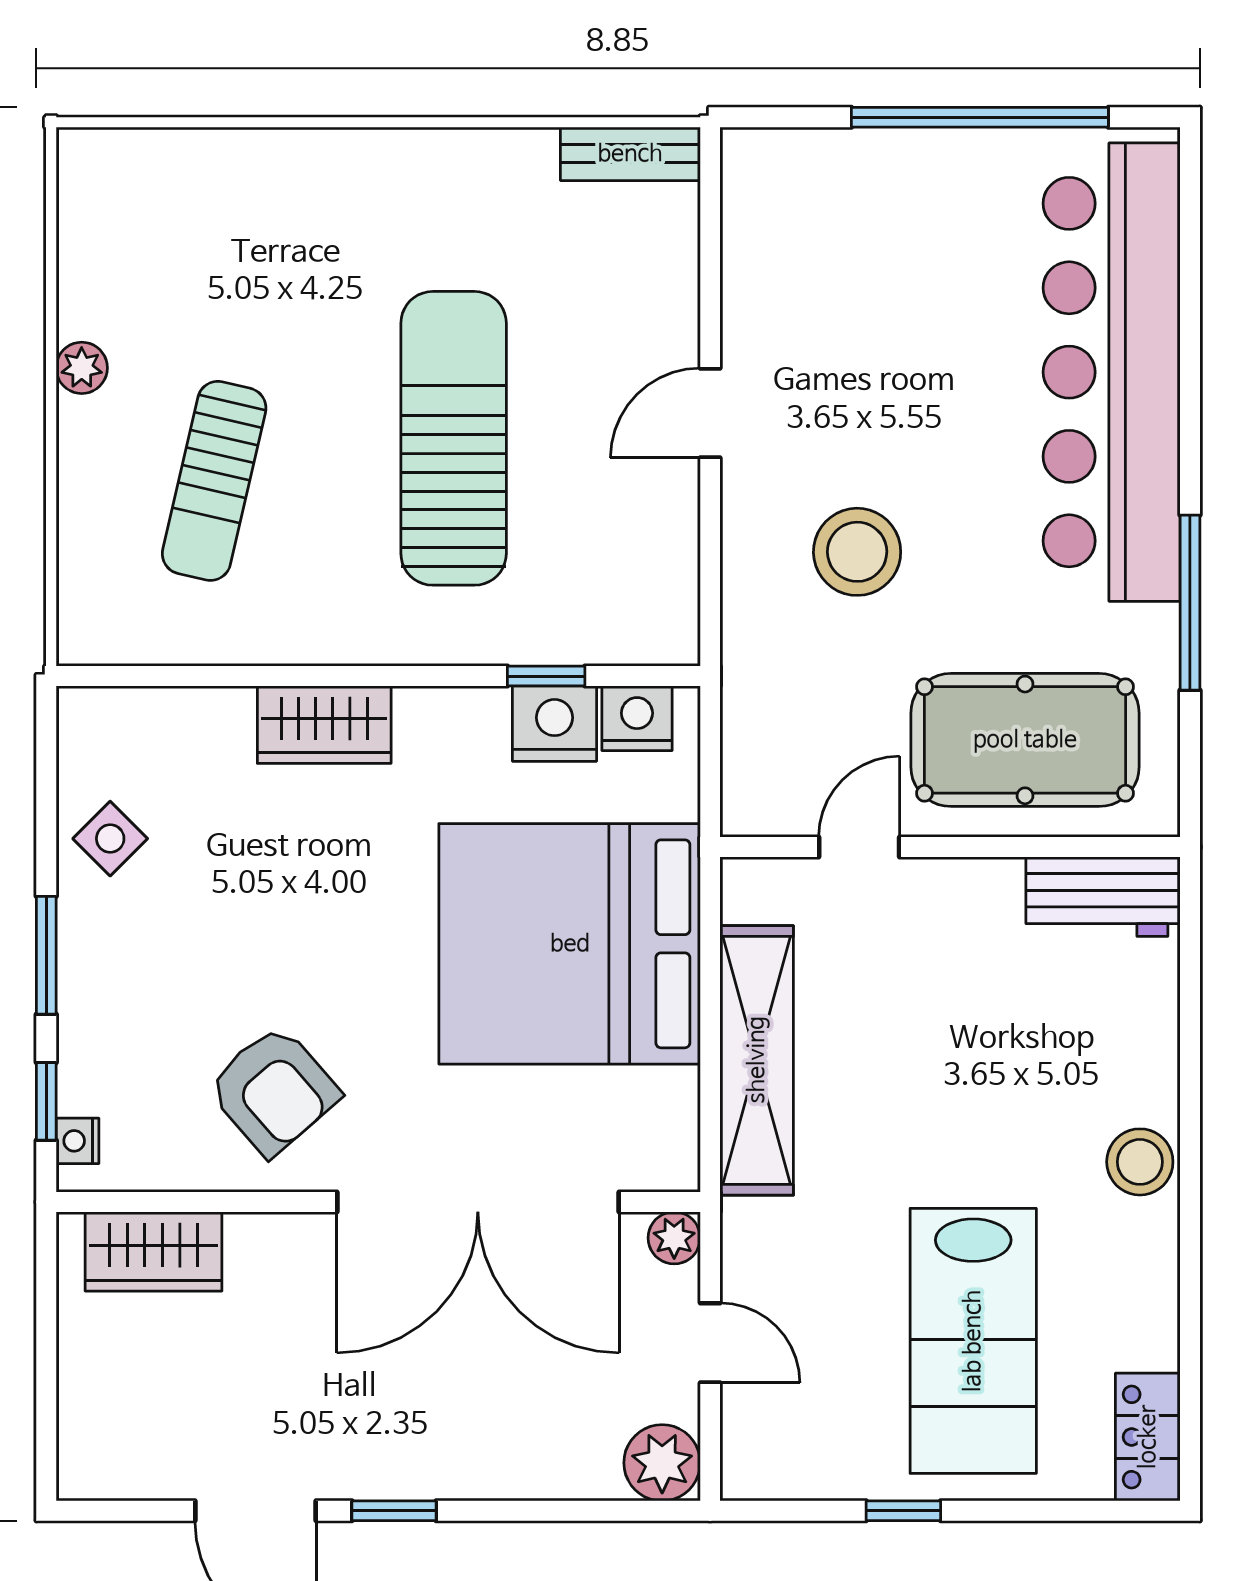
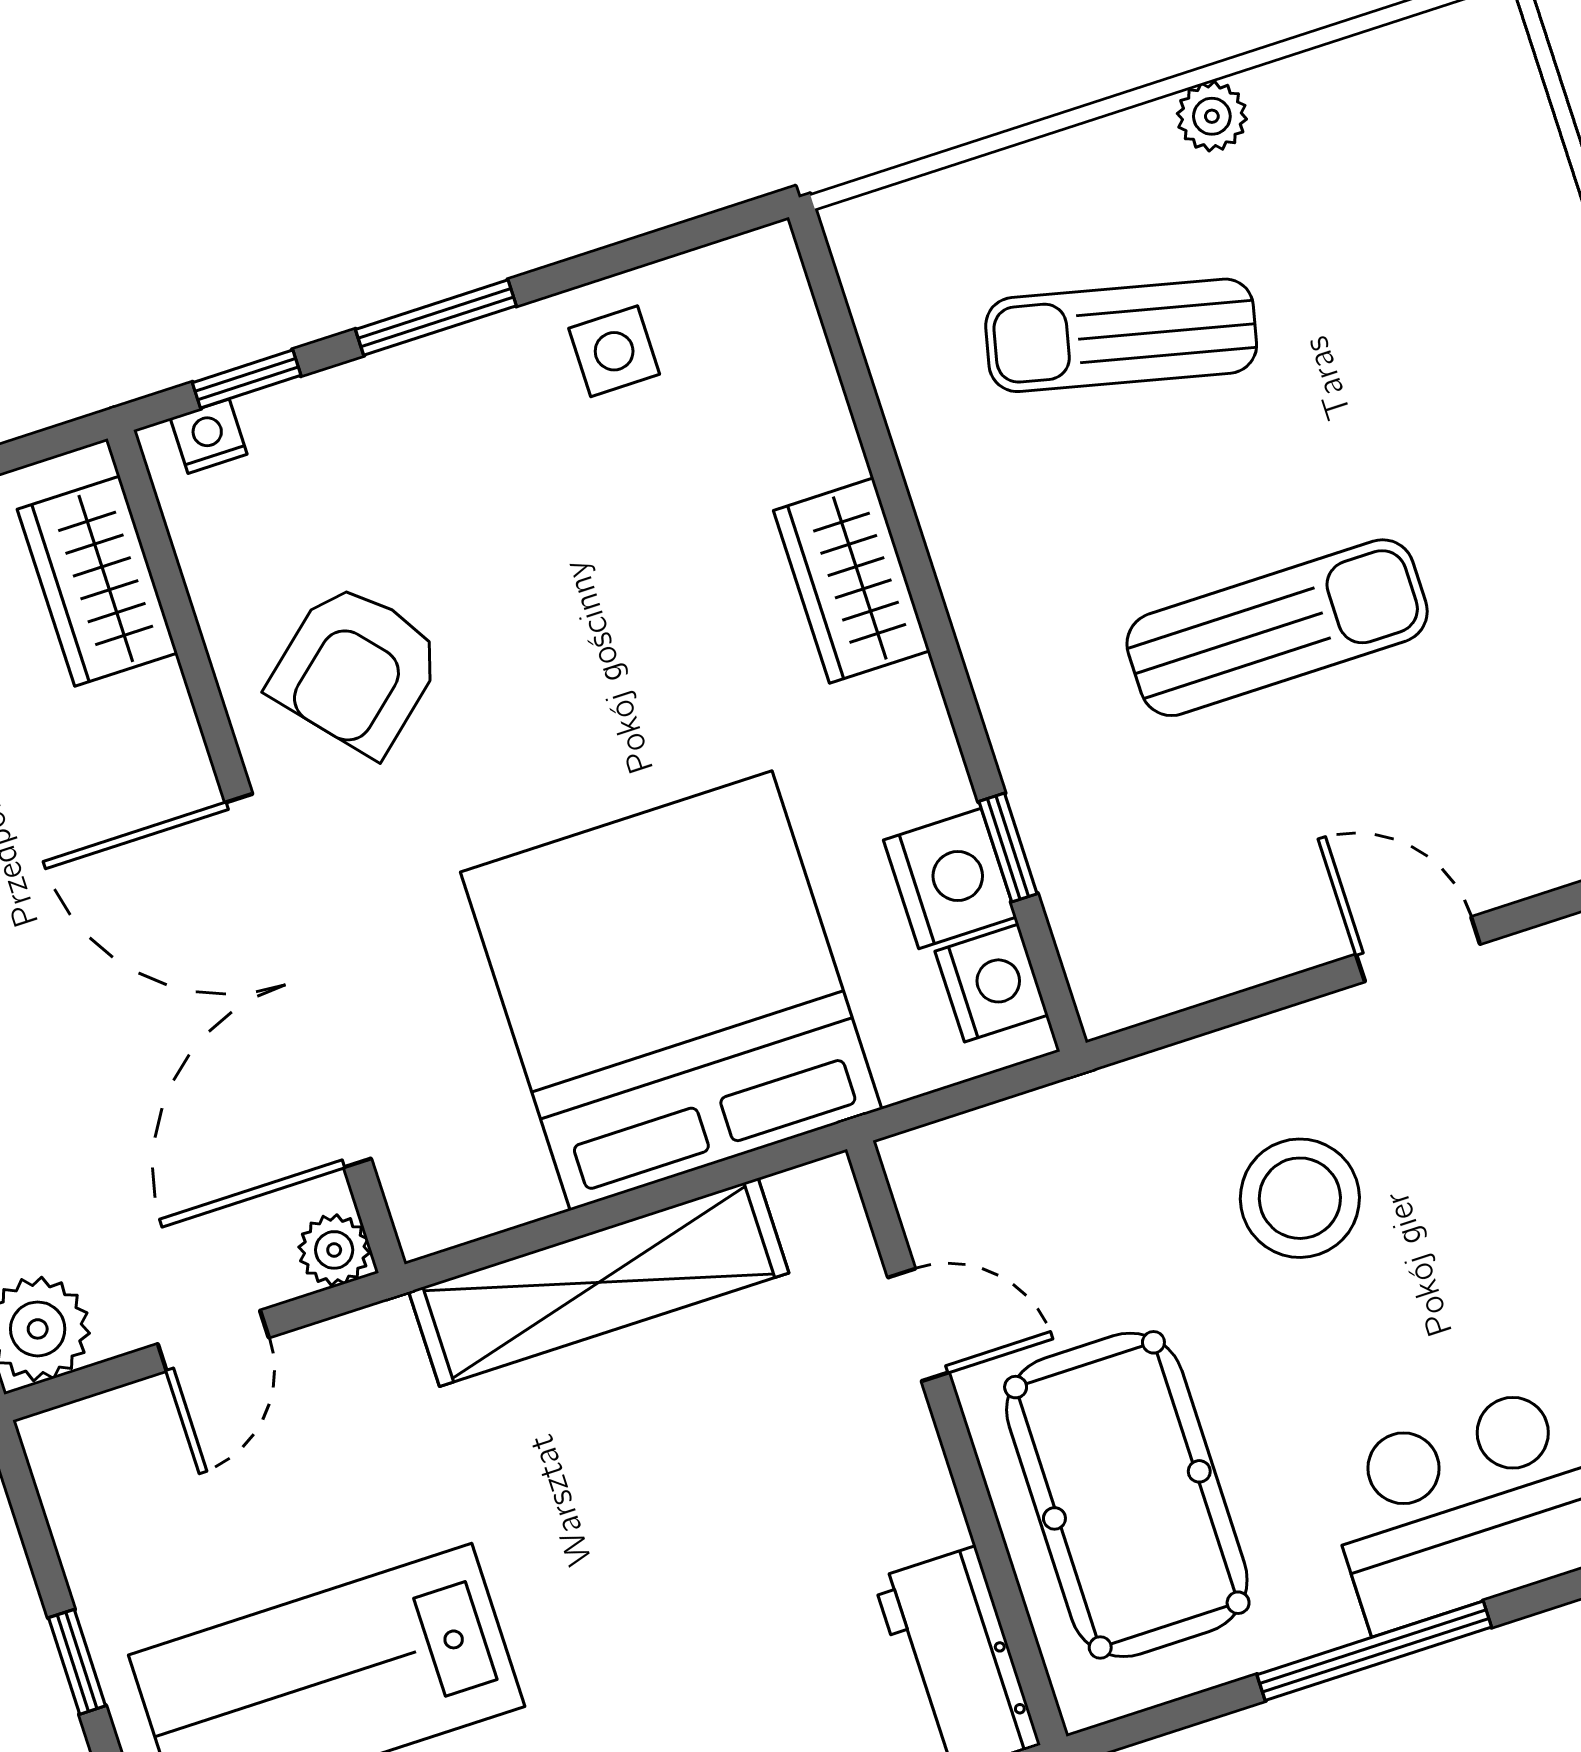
sun lounger: (454, 438) -> (1277, 628), width x0.73, depth x0.75
side table: (110, 839) -> (614, 351), turned 45

